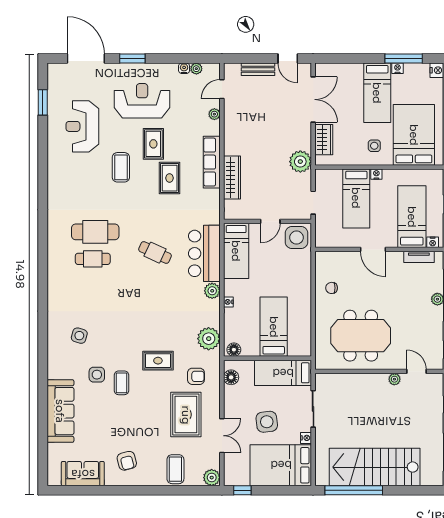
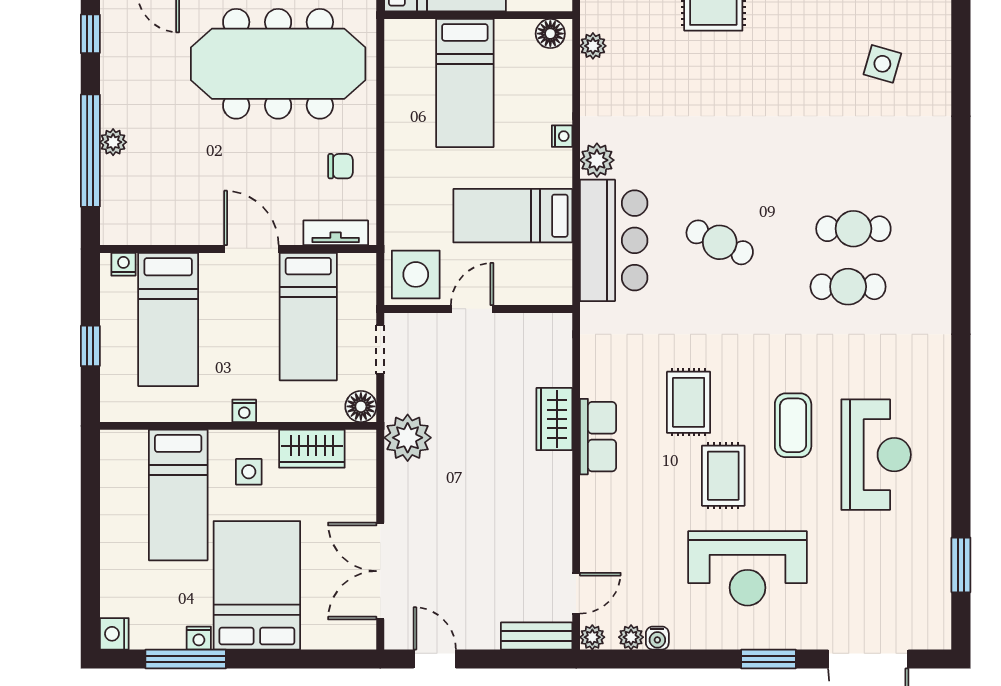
bench: (258, 69) -> (537, 636), moved
bed: (377, 93) -> (257, 585), width x1.50
plant: (214, 114) -> (592, 637), moved
reception desk: (82, 126) -> (876, 455), moved
bed: (414, 135) -> (178, 495), width x0.67
wardrobe: (324, 140) -> (312, 449), moved, turned -90
row of seats: (212, 162) -> (598, 437), width x0.68
floor lamp: (322, 176) -> (361, 406), added
wardrobe: (232, 177) -> (554, 419), width x0.67
bed: (356, 198) -> (308, 317), moved, turned 180
cafe table: (95, 232) -> (848, 287), width x0.73, depth x0.74
bed: (236, 251) -> (513, 216), moved, turned -90
tv unit: (419, 257) -> (336, 233), moved
meeting table: (361, 336) -> (278, 64), width x1.36
plant: (209, 339) -> (593, 46), width x0.53, depth x0.53

